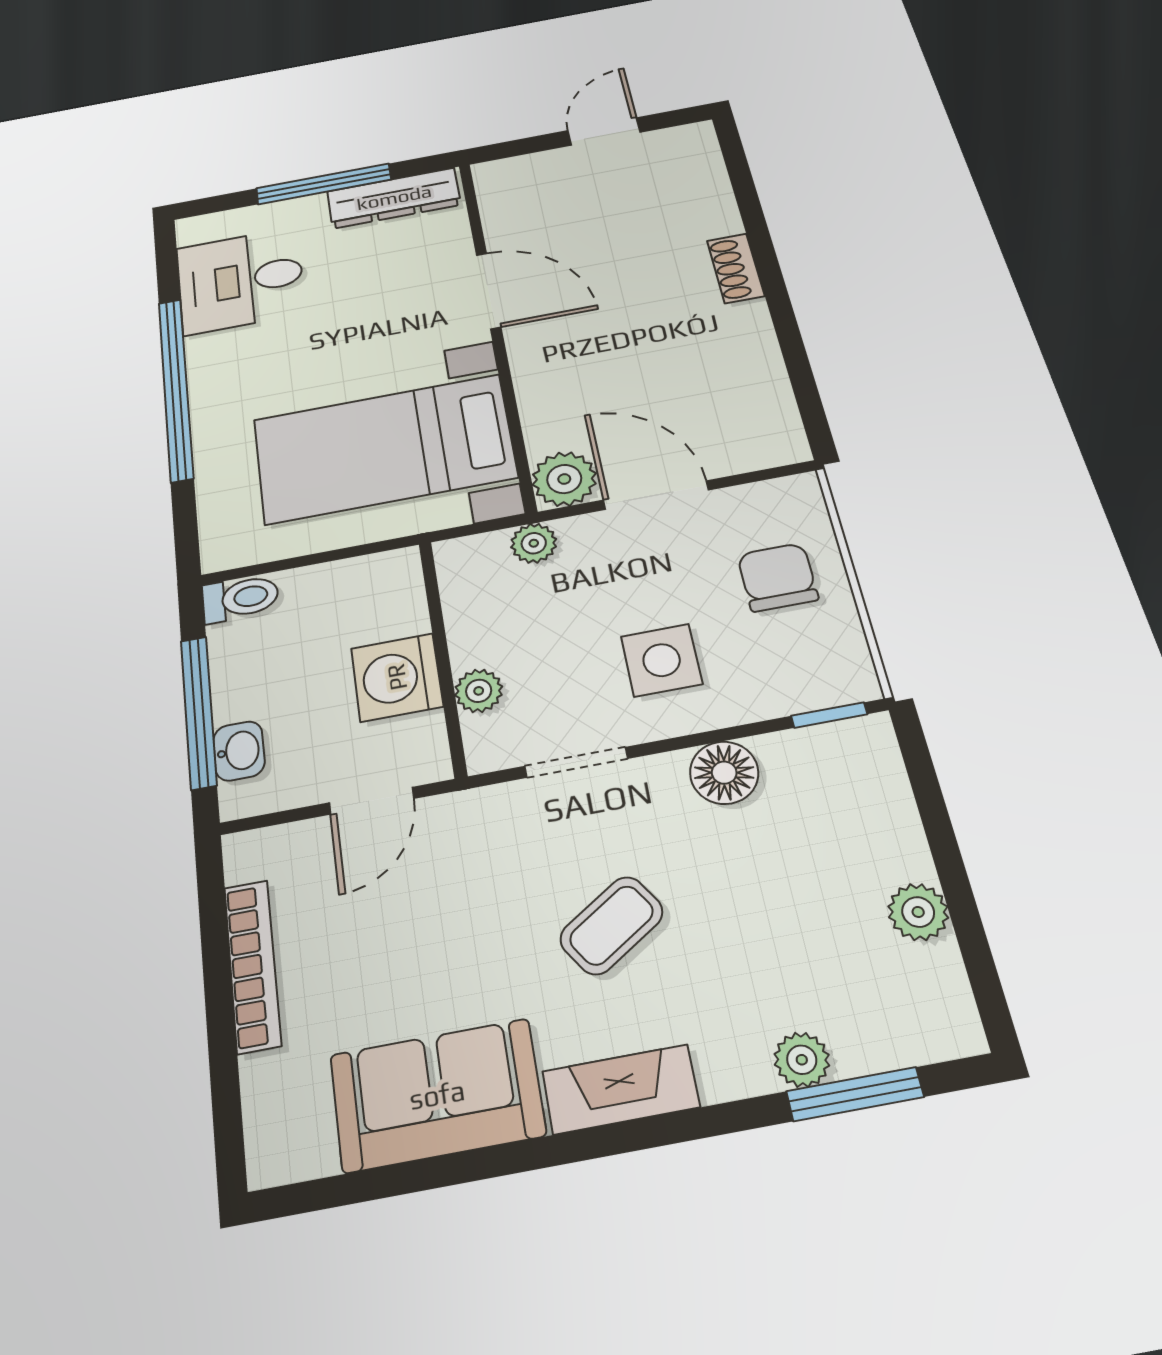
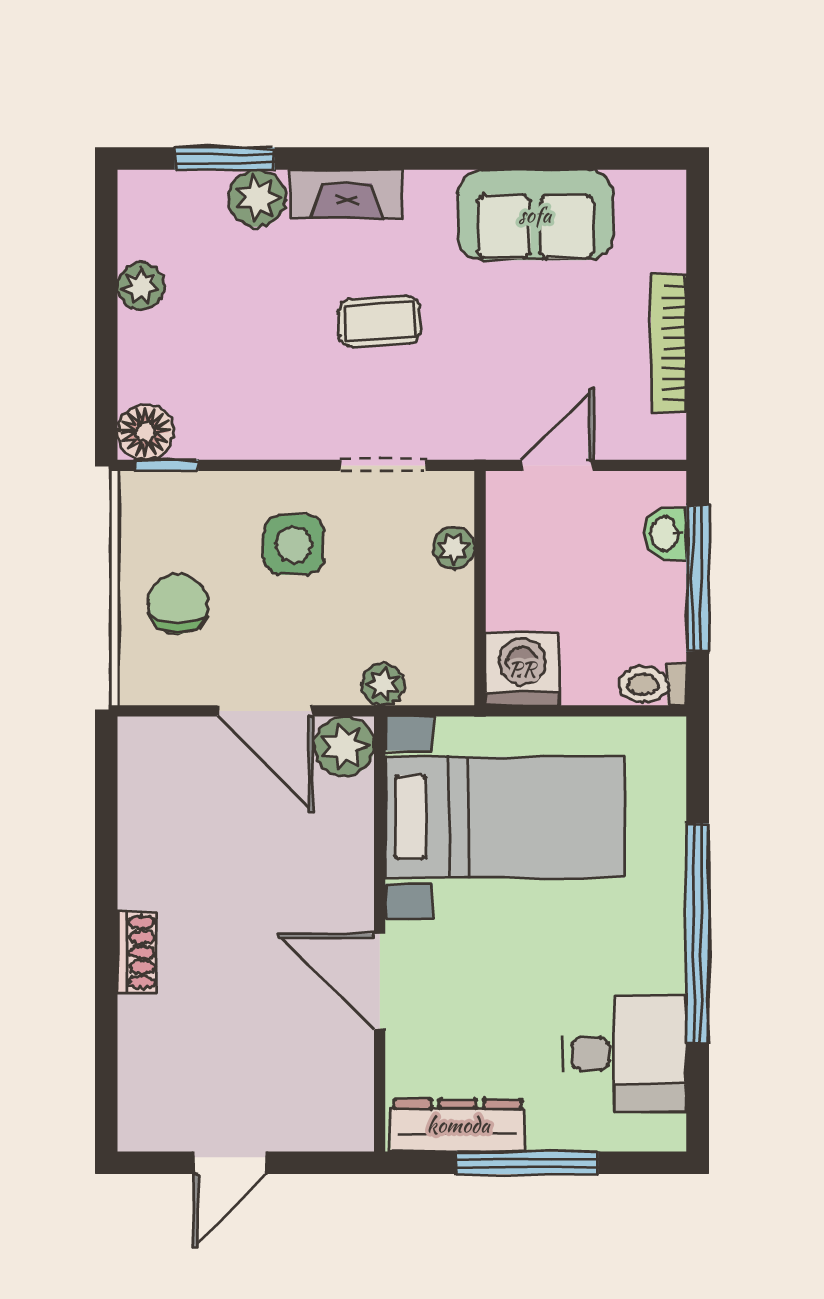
chair: (778, 577) -> (178, 604), turned 180
washing machine: (397, 677) -> (522, 669), moved, turned -90
floor lamp: (724, 773) -> (145, 432), moved
coffee table: (612, 925) -> (380, 321), turned 30
plant: (802, 1060) -> (257, 198), width x1.38, depth x1.38
fireplace: (621, 1089) -> (347, 194), moved

